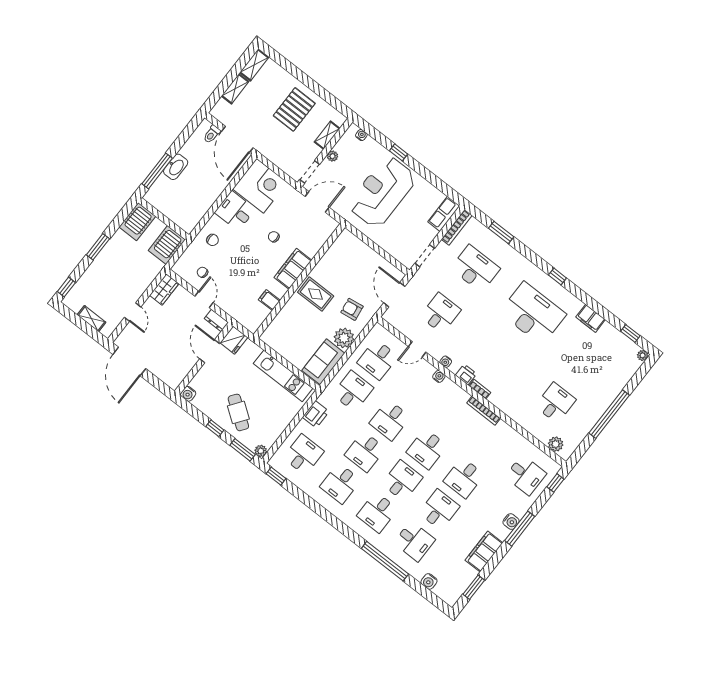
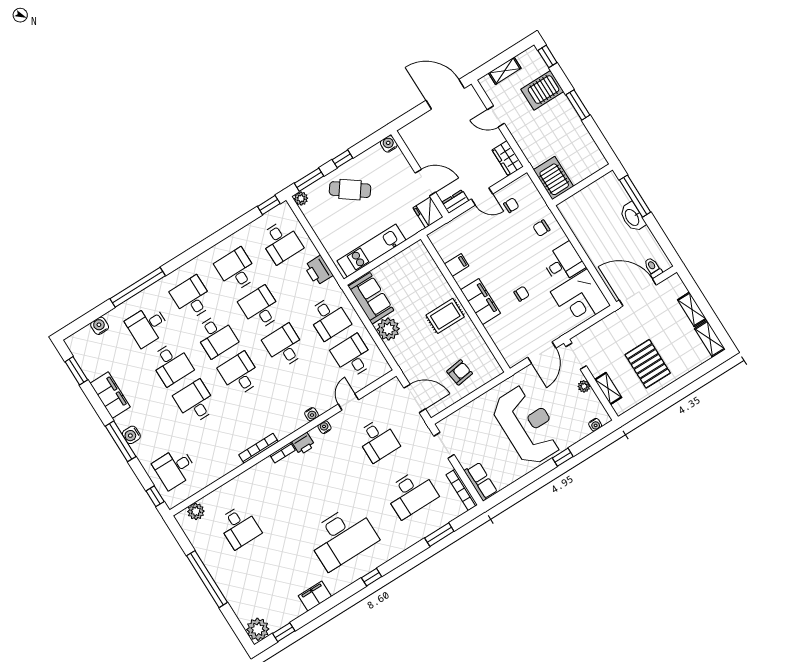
server rack: (137, 222) -> (542, 90), moved, turned -90
armchair: (352, 309) -> (460, 372), moved
plant: (643, 355) -> (258, 629), width x1.88, depth x1.88

